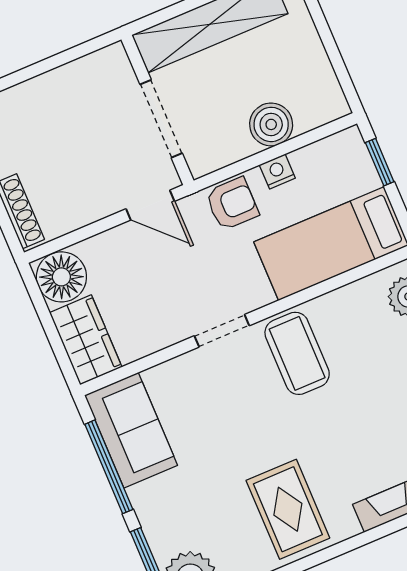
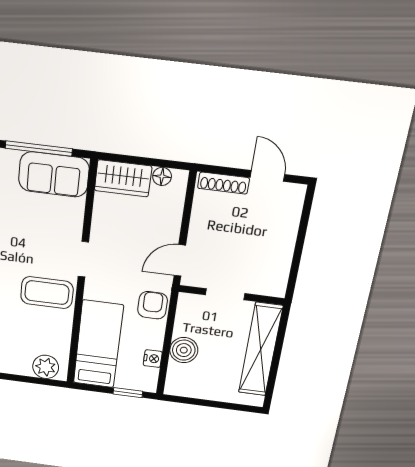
doorway: (161, 119) -> (225, 294), width x0.73
nightstand: (277, 172) -> (153, 359), moved
armchair: (232, 204) -> (153, 305), turned 180
floor lamp: (61, 277) -> (162, 176), width x0.53, depth x0.53

